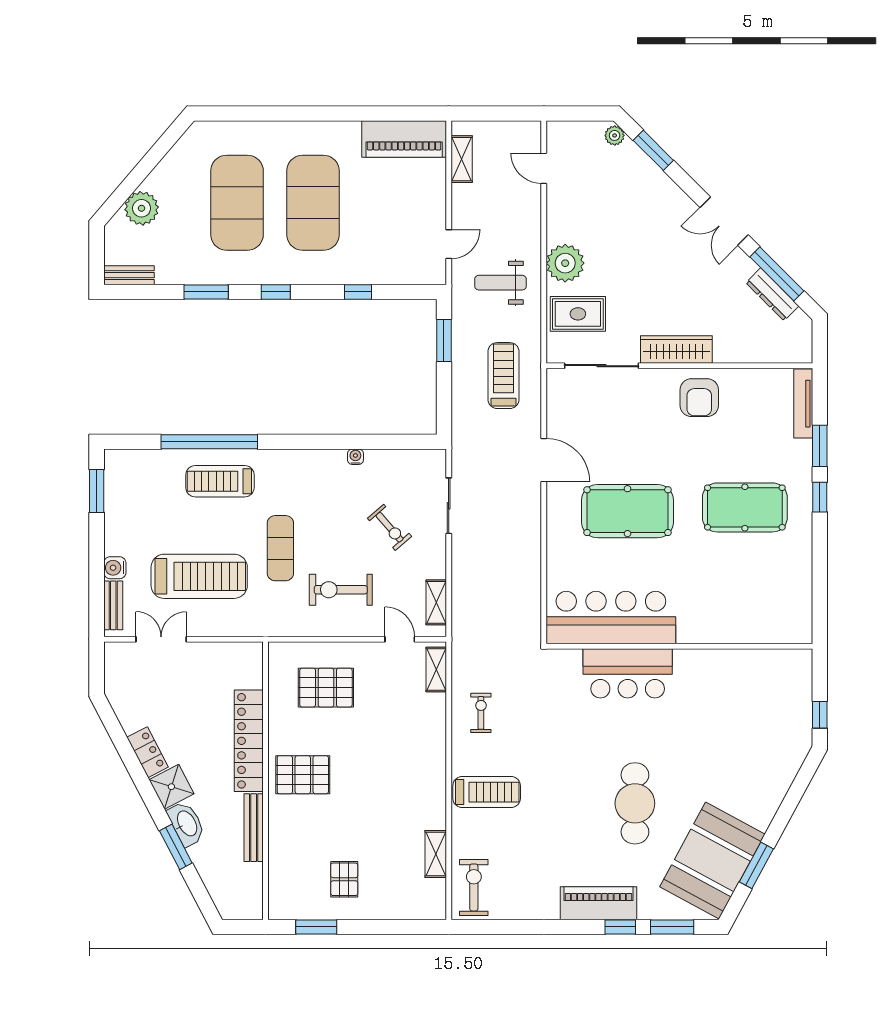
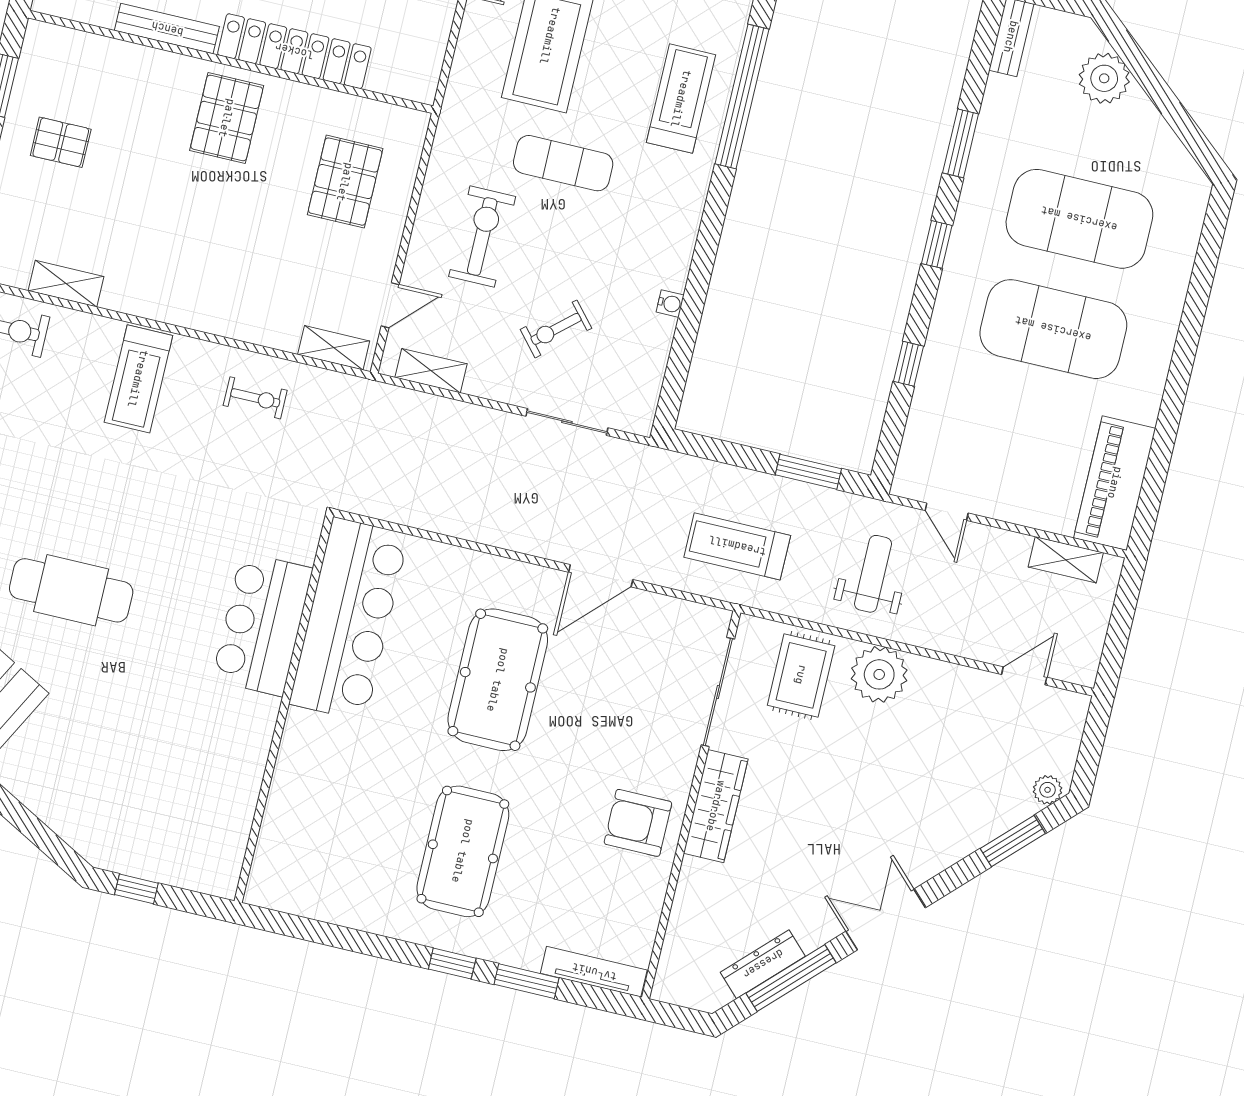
treadmill: (503, 376) -> (737, 546), turned 180

